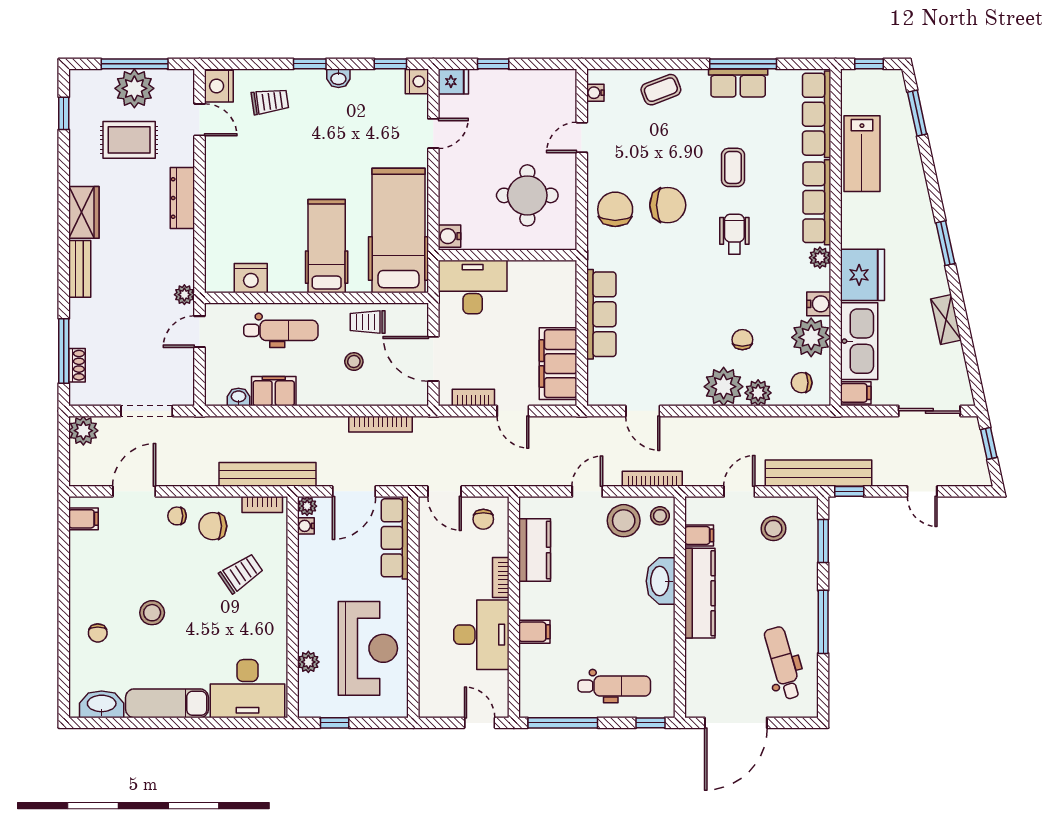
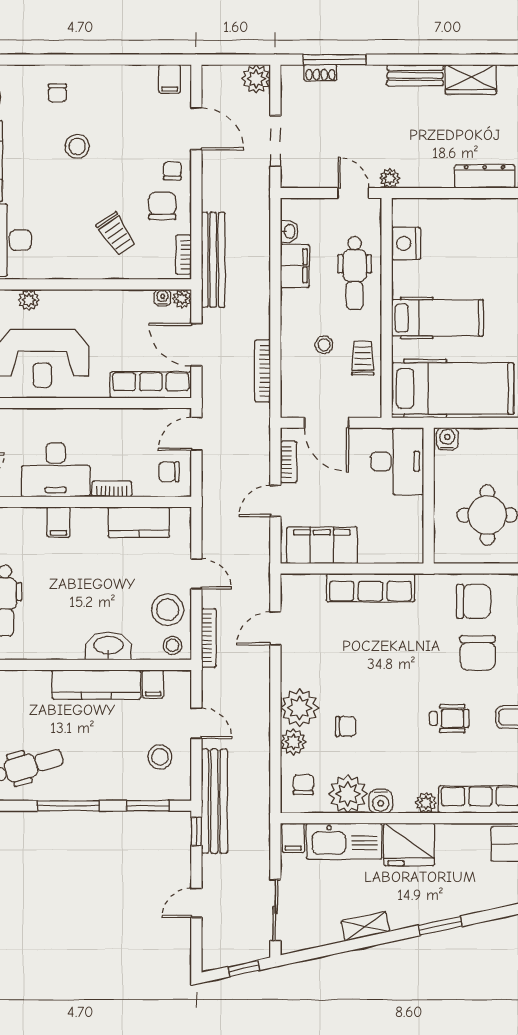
door: (433, 359) -> (327, 423), swing flipped
chair: (98, 633) -> (57, 93), turned -90

